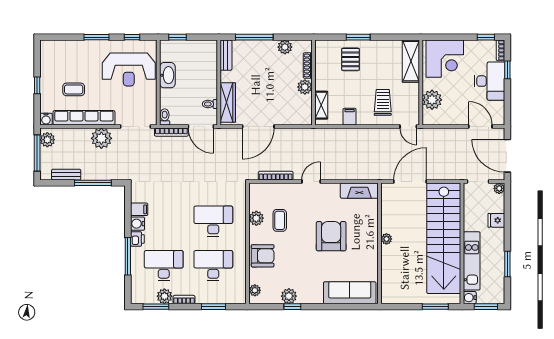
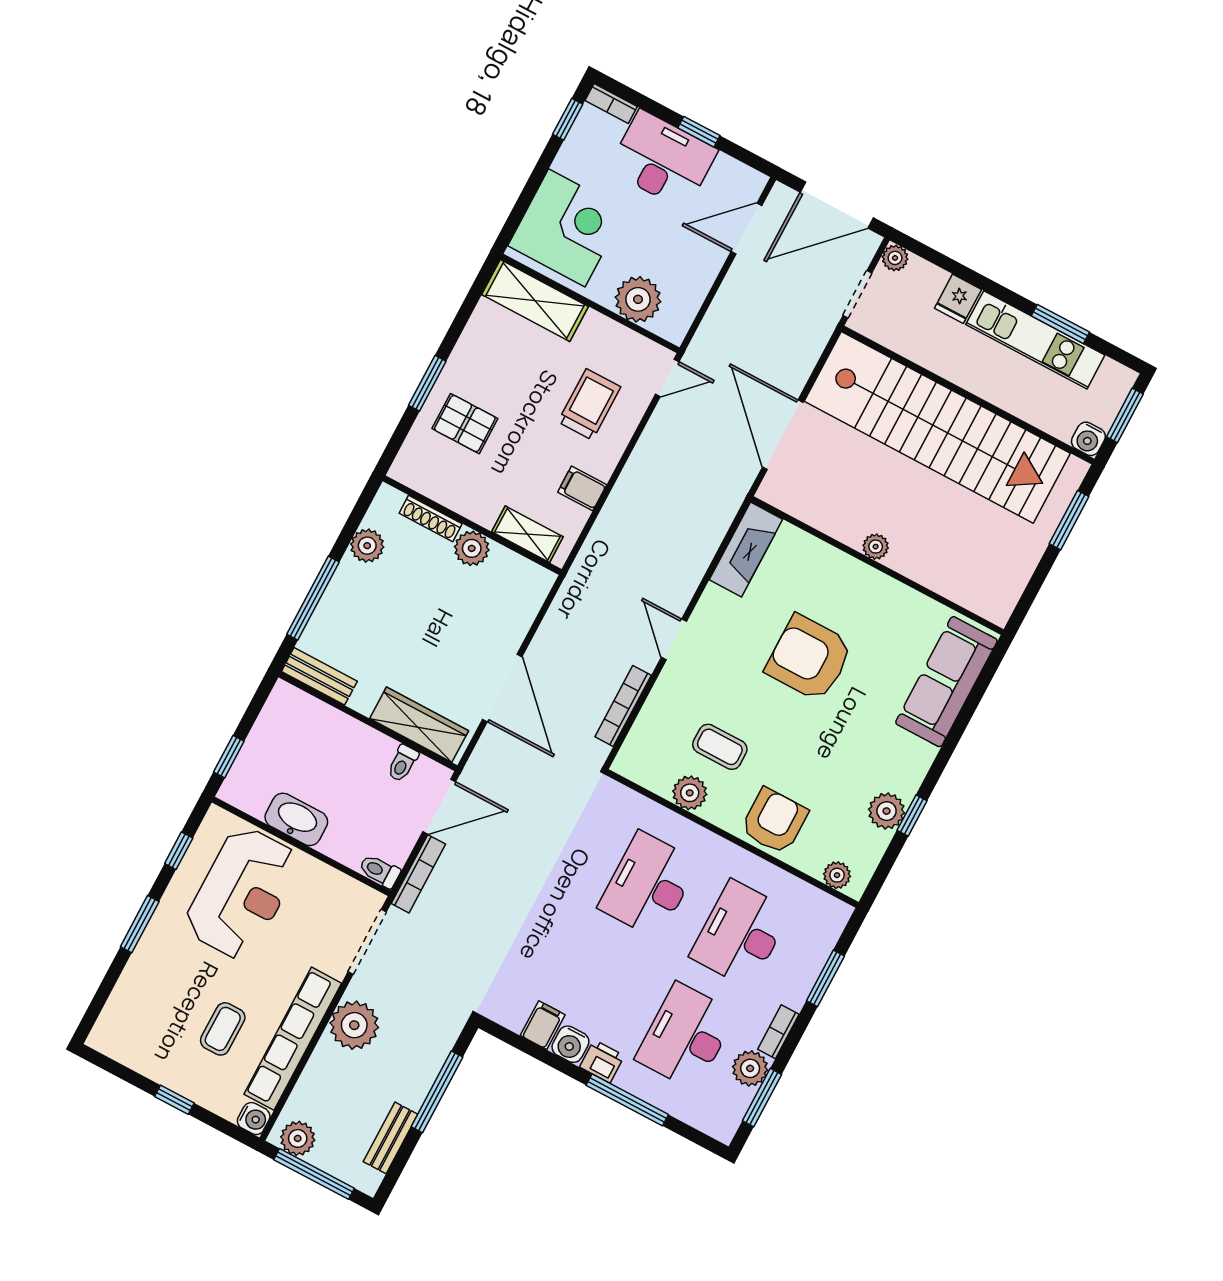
window: (507, 70) -> (699, 132), moved
trolley: (383, 102) -> (589, 404), turned 90
kitchen unit: (472, 261) -> (1035, 340), moved, turned 180

